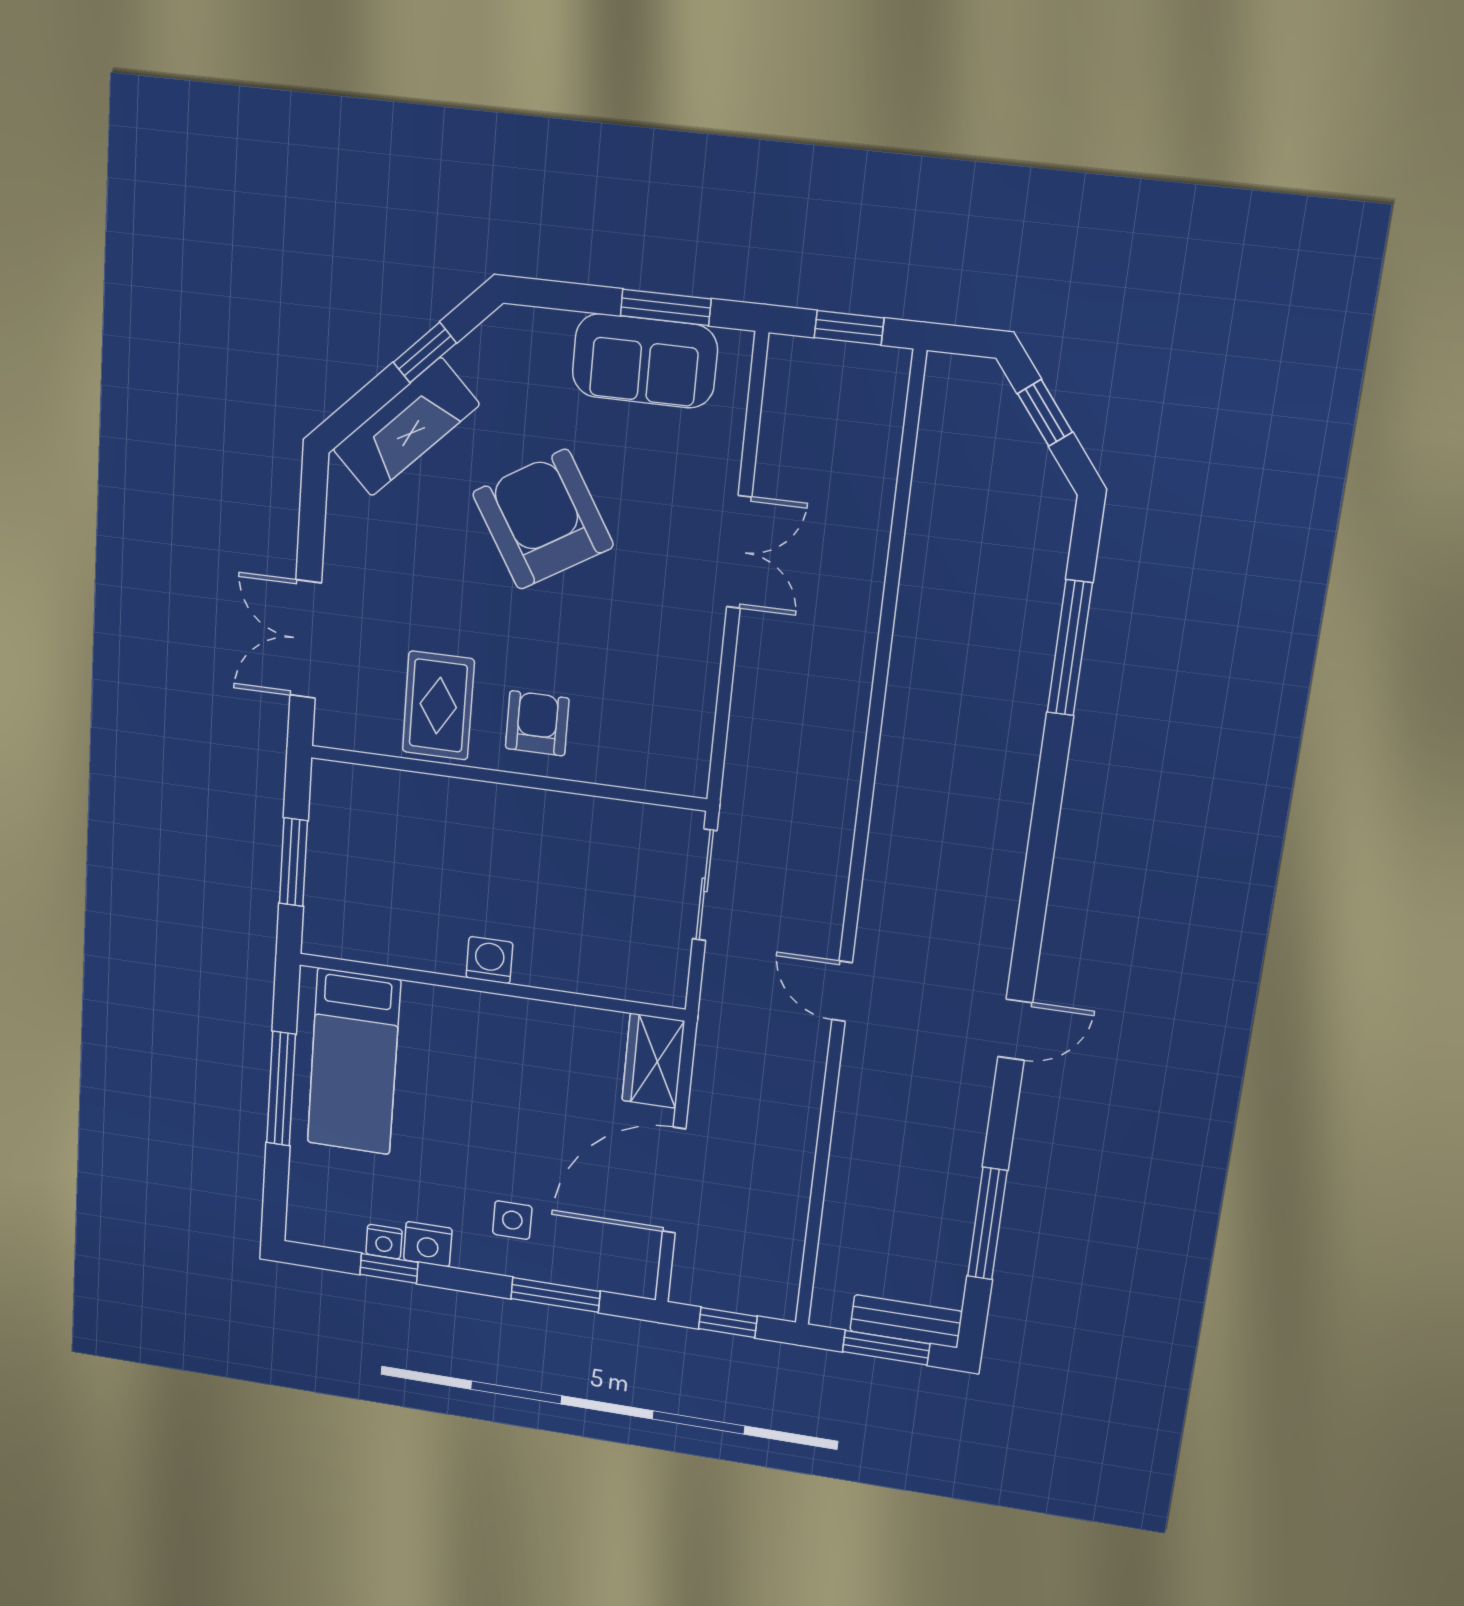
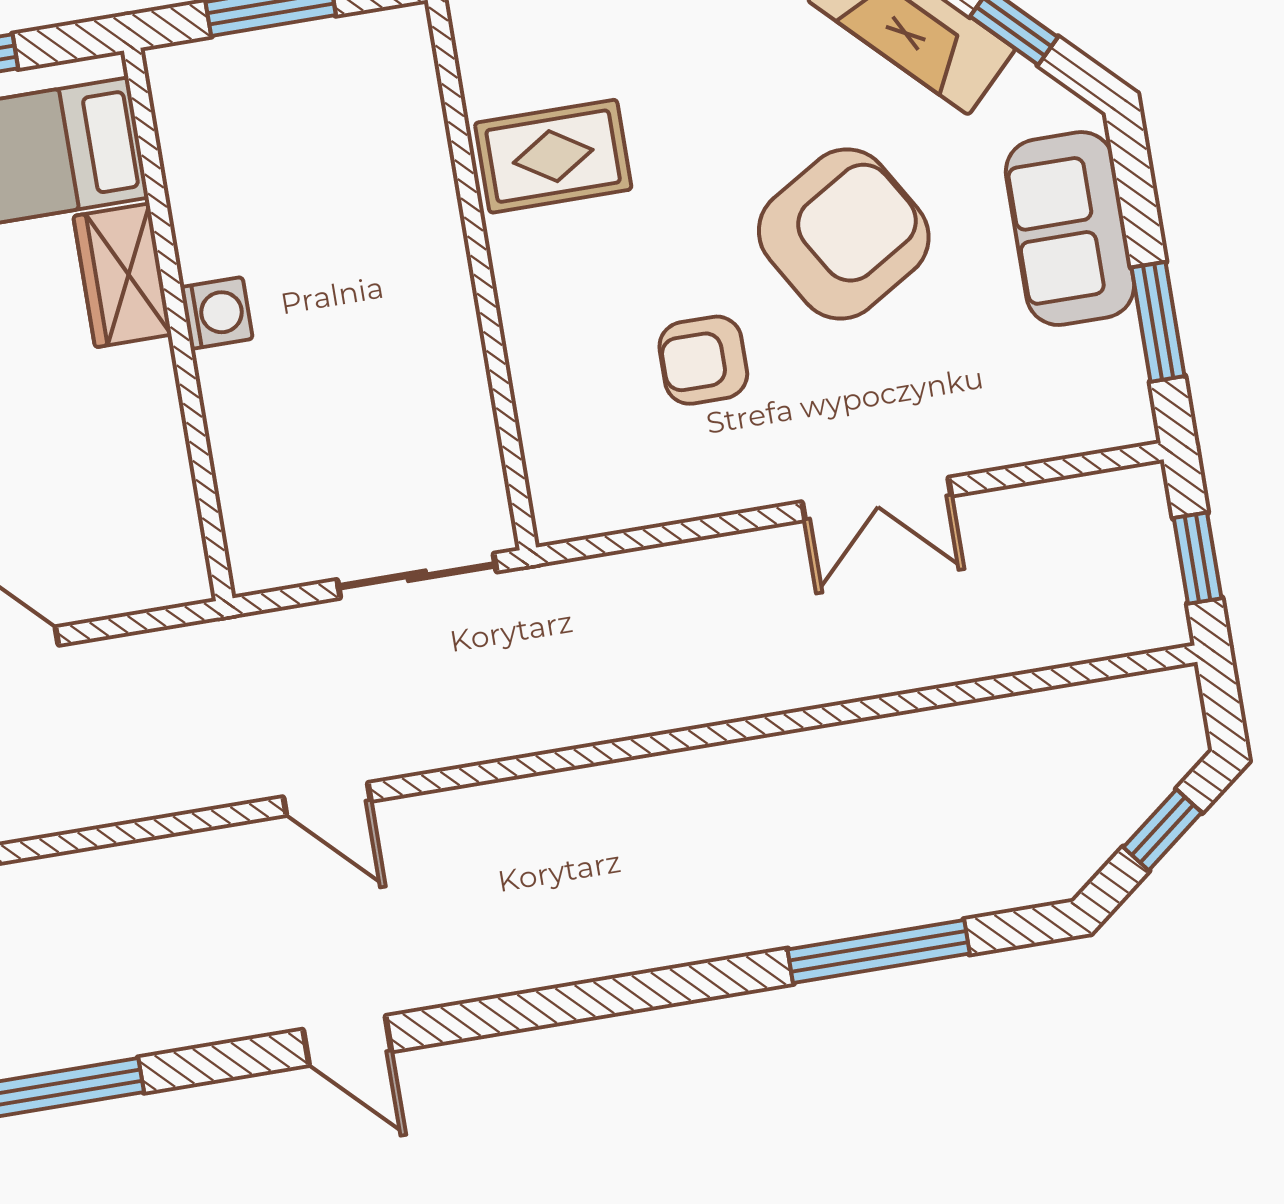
sofa: (645, 361) -> (1070, 229), moved
armchair: (537, 723) -> (703, 360), moved, turned 180
door: (842, 991) -> (327, 799), swing flipped
wardrobe: (653, 1061) -> (122, 275), moved, turned -90

